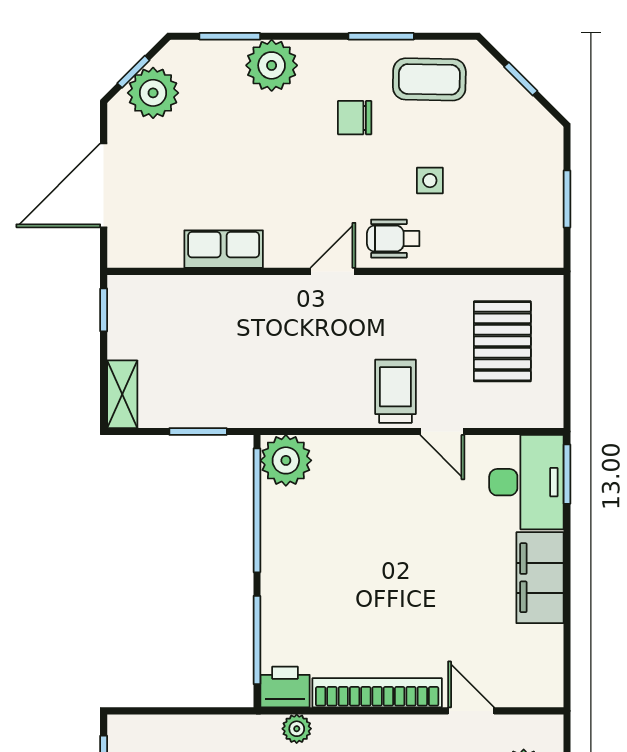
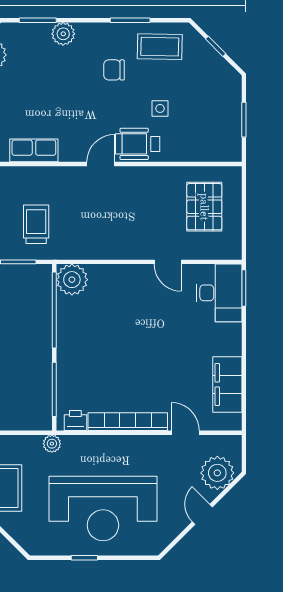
plant: (272, 65) -> (63, 34), width x0.73, depth x0.73
wheelchair: (393, 239) -> (138, 144), width x1.36, depth x1.37
trolley: (395, 391) -> (36, 224), moved
filing cabinet: (540, 578) -> (227, 384), moved
printer: (285, 687) -> (75, 421), width x0.73, depth x0.81
plant: (297, 729) -> (52, 444), moved

